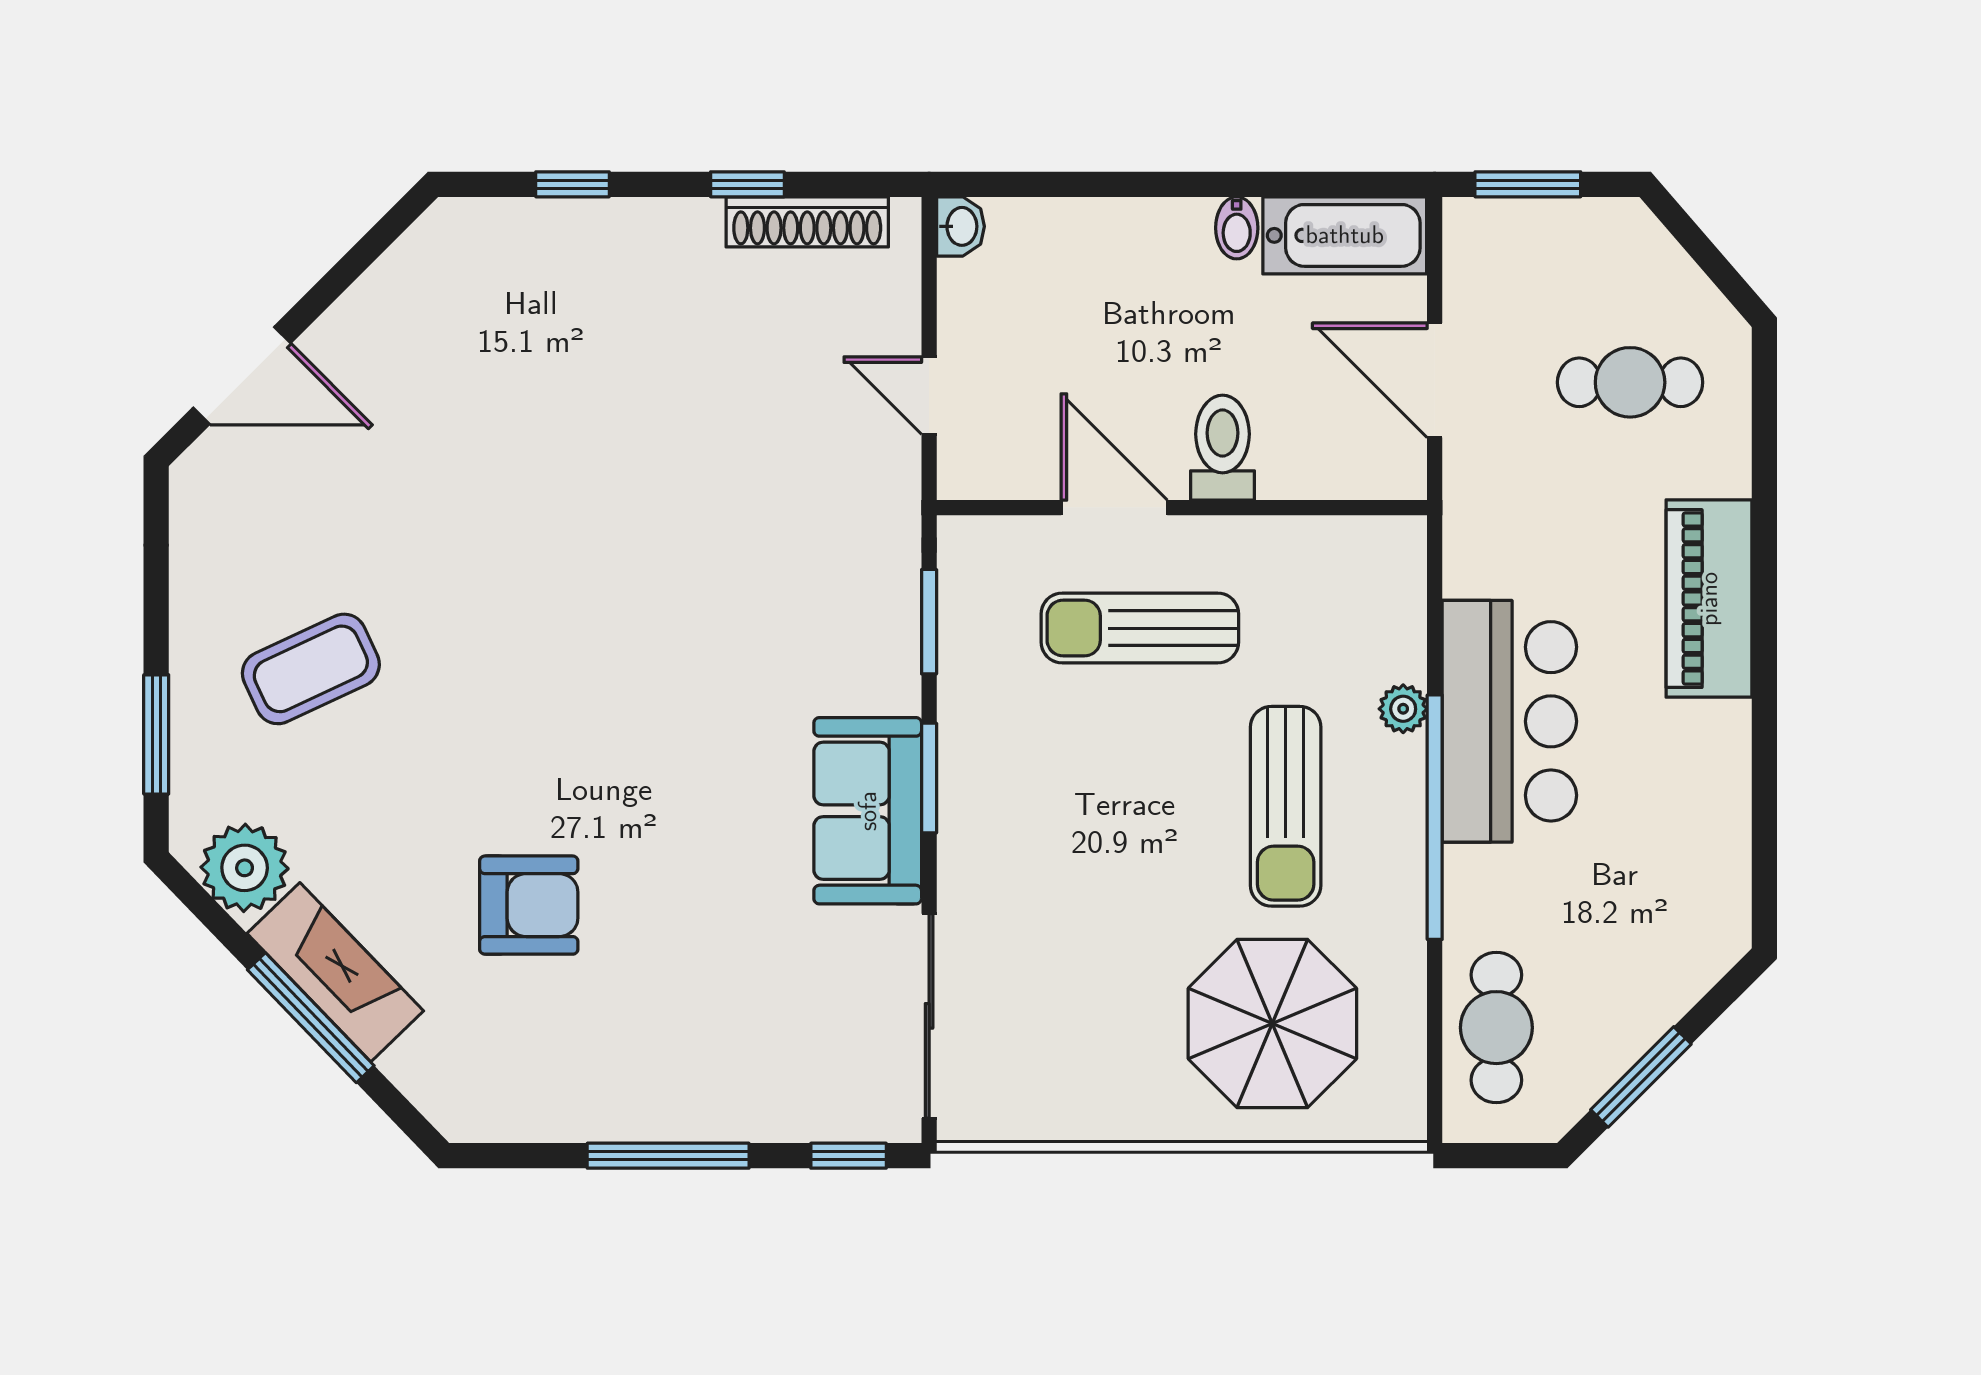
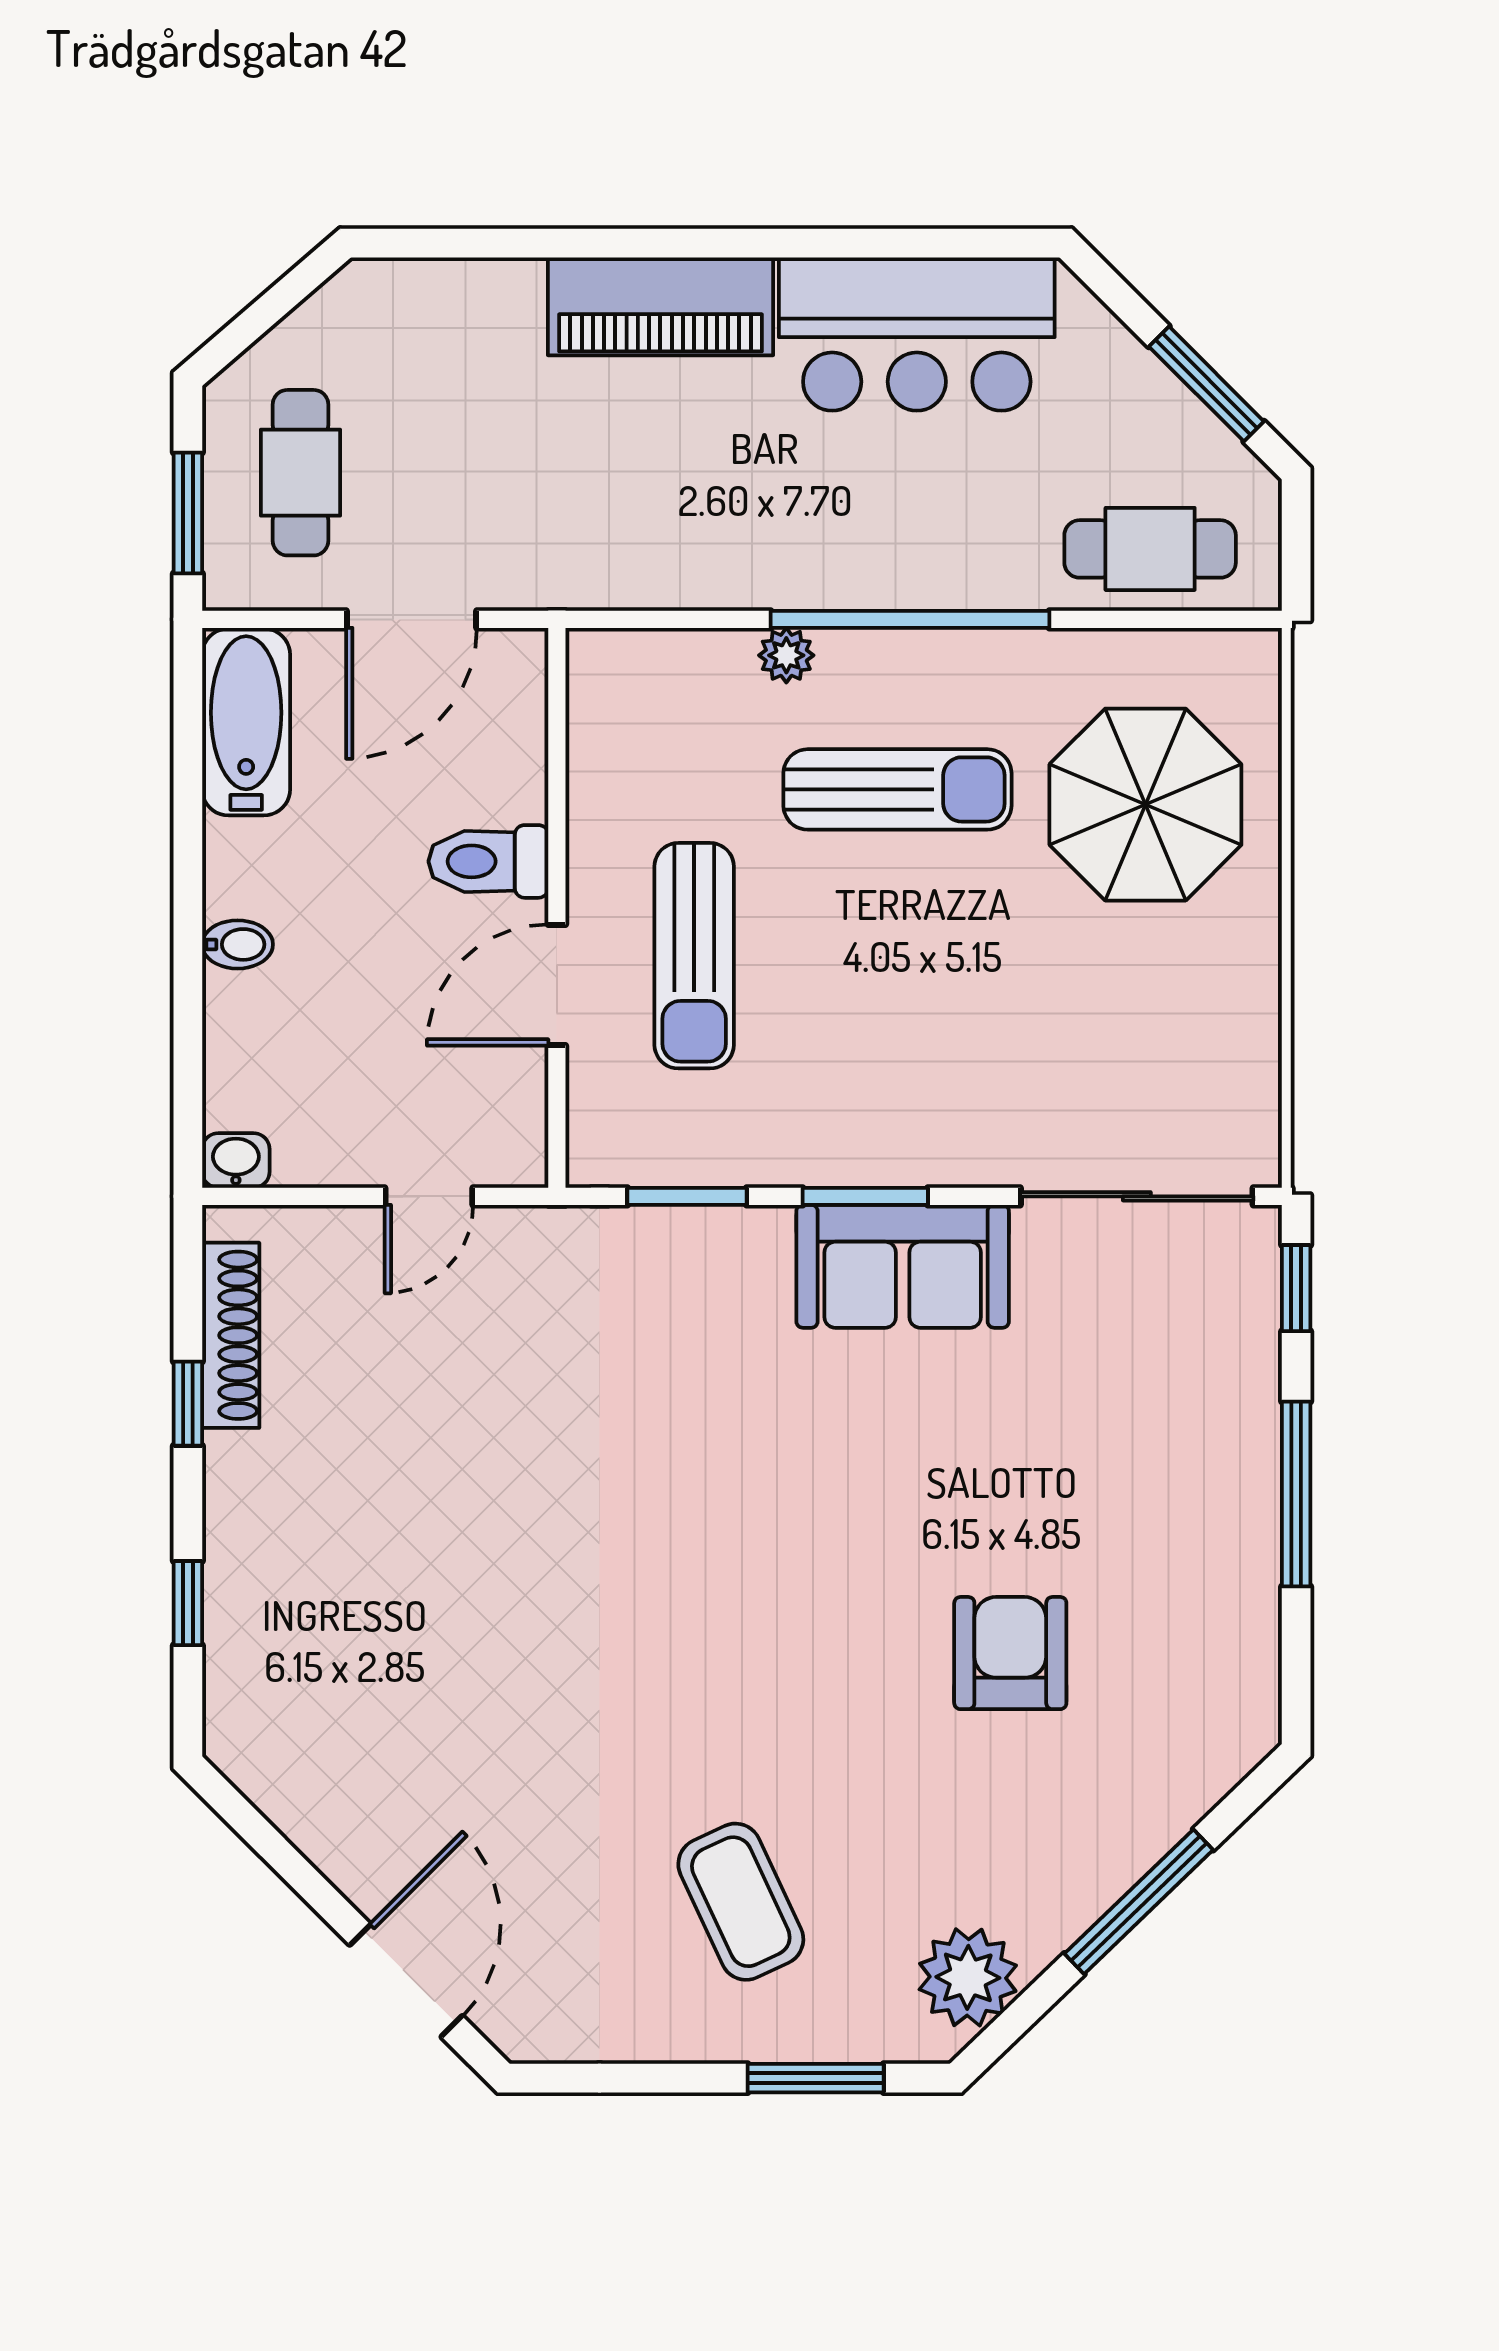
bidet: (1237, 228) -> (238, 944), moved
cafe table: (1630, 382) -> (301, 473), moved
bar counter: (1509, 721) -> (917, 334), moved, turned 180
fireplace: (335, 972) -> (1087, 1874), removed

